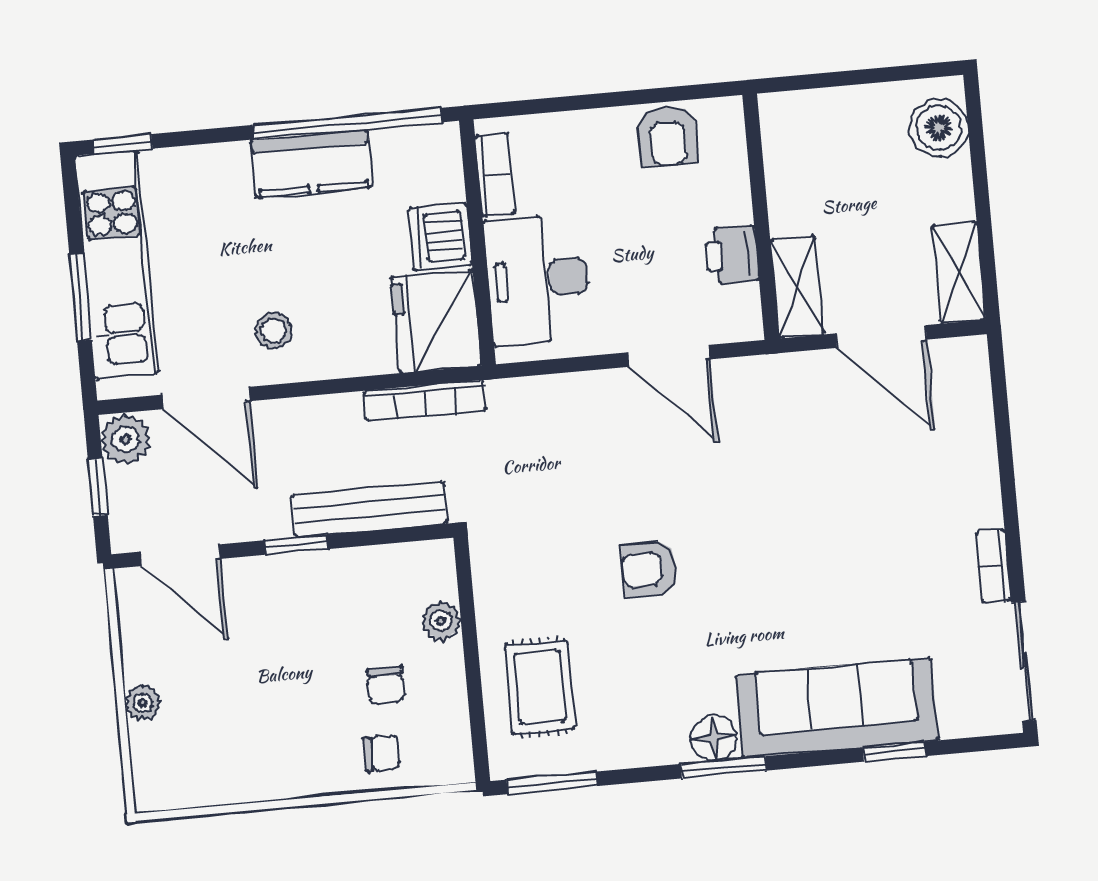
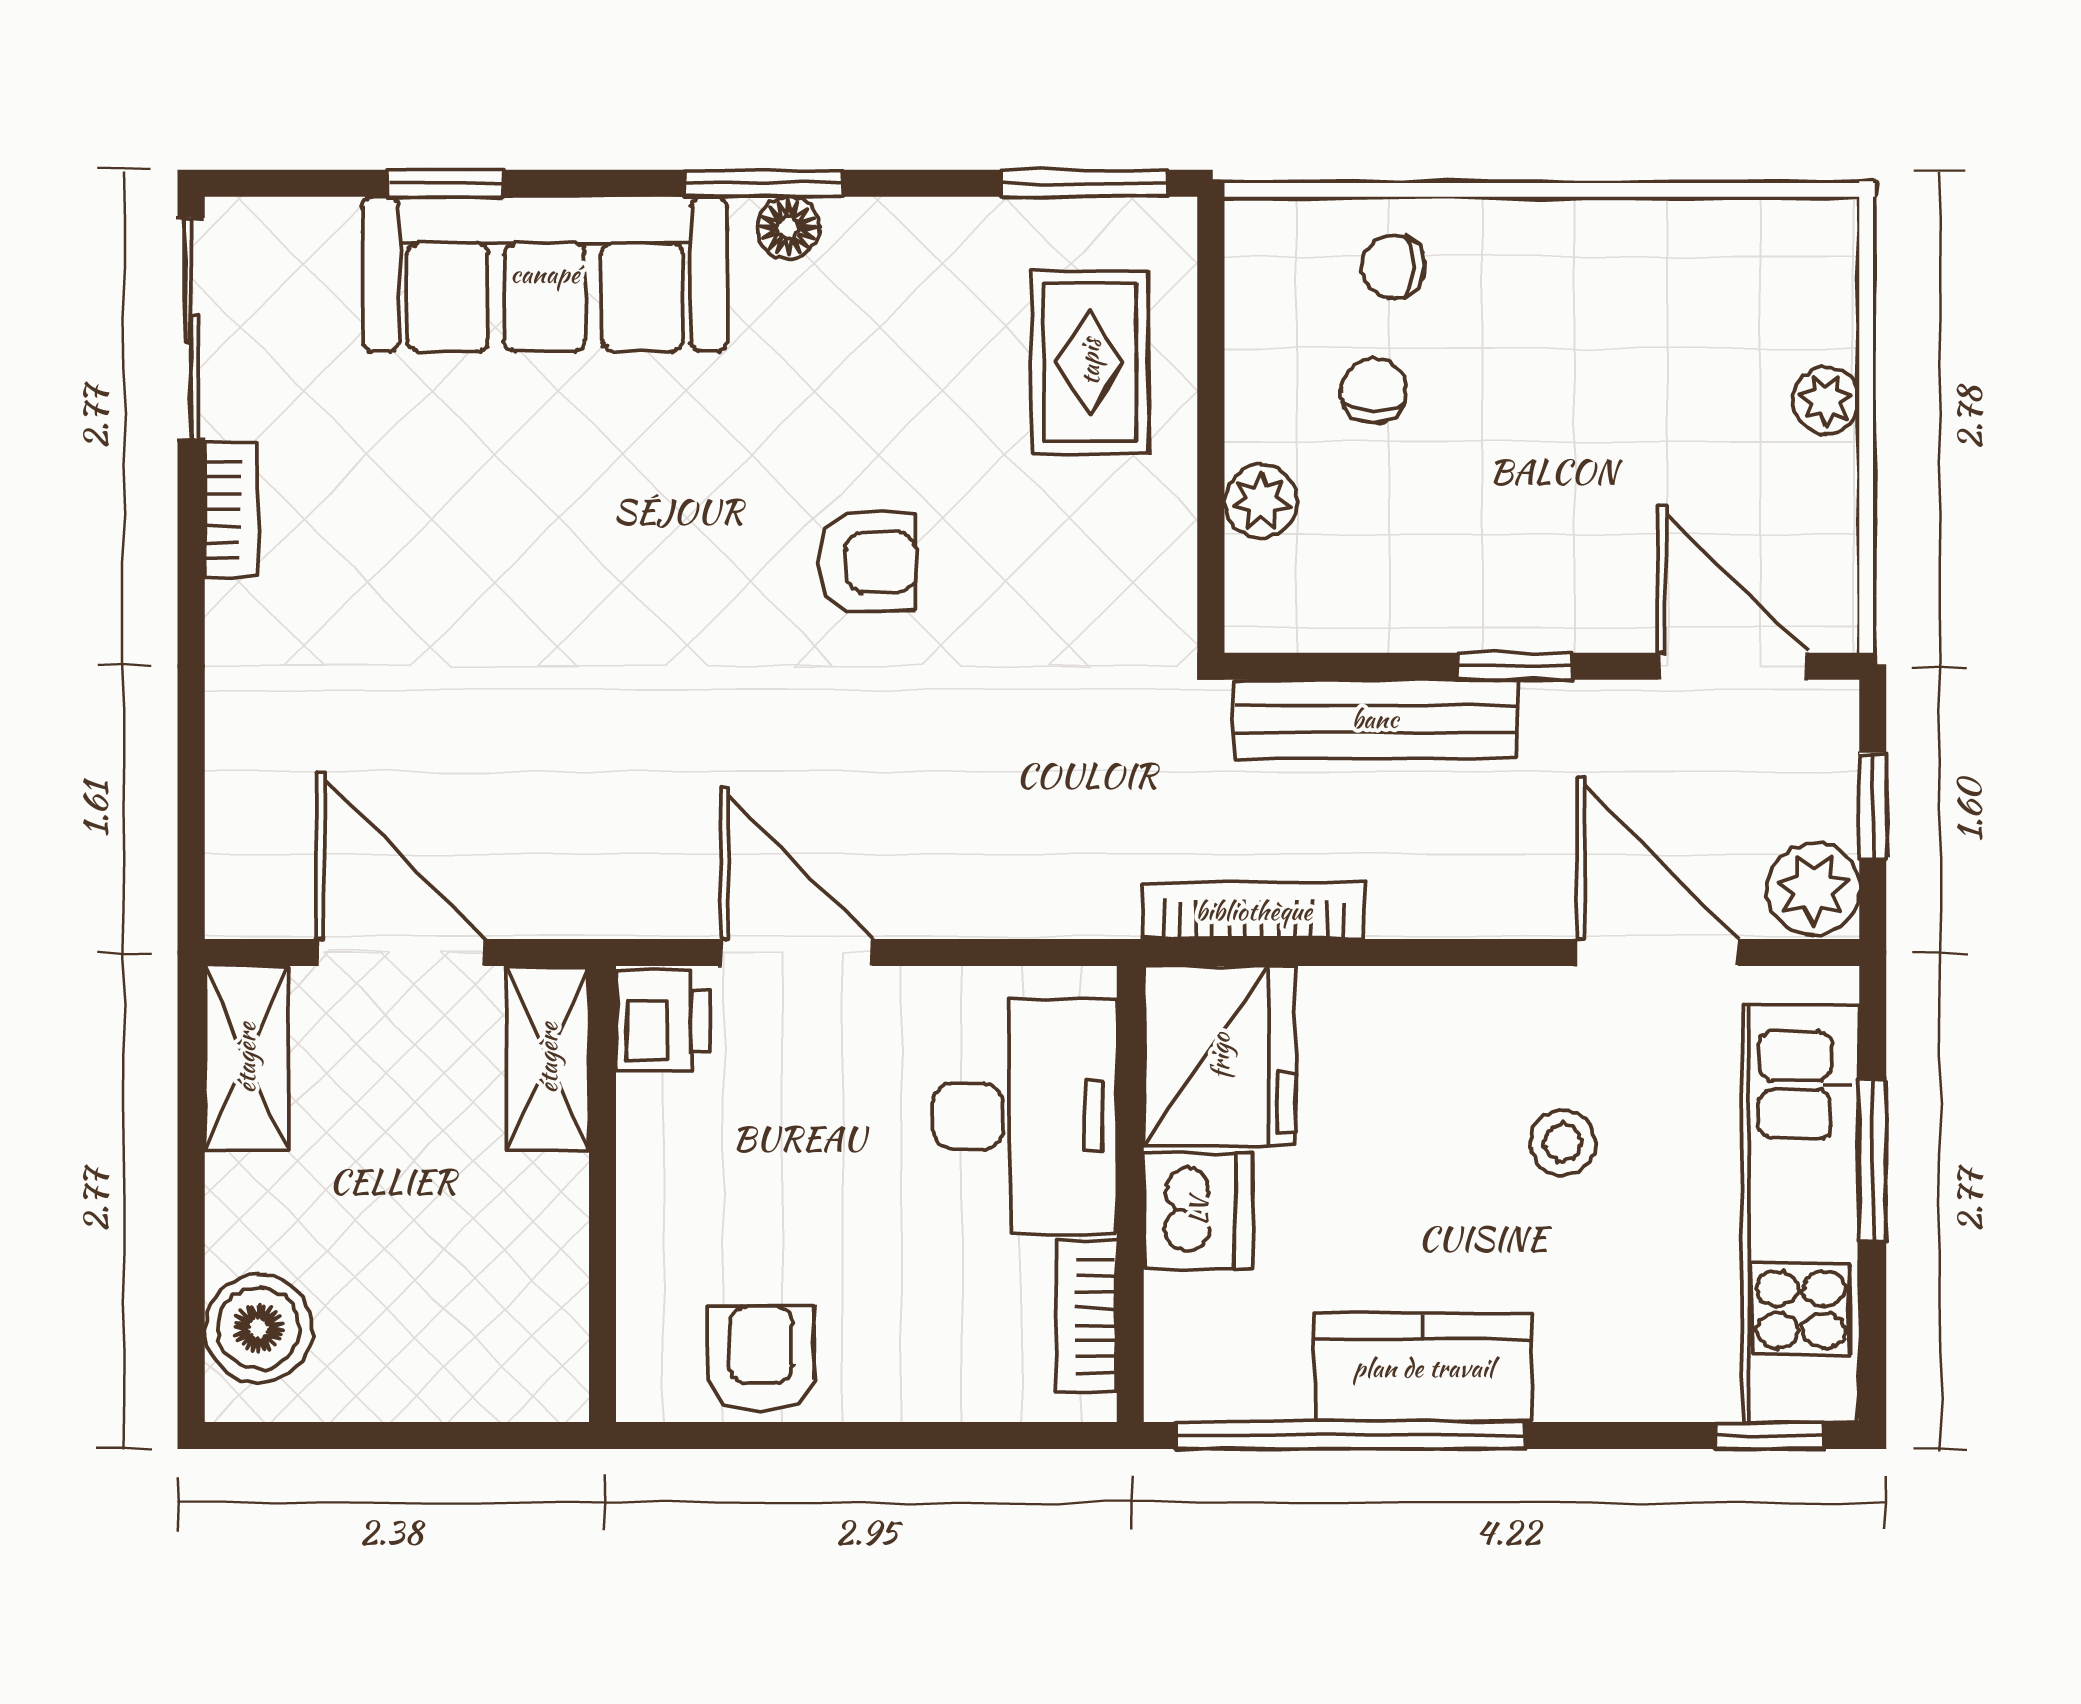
printer: (732, 255) -> (663, 1021), moved
stool: (274, 331) -> (1563, 1143), moved
floor lamp: (714, 738) -> (788, 228), width x0.73, depth x0.73

